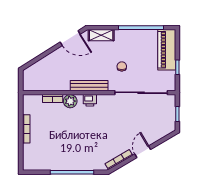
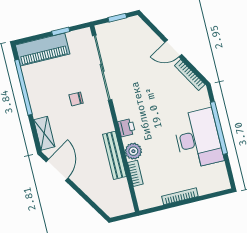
bench: (89, 86) -> (114, 155), moved
desk: (68, 154) -> (198, 139), added

